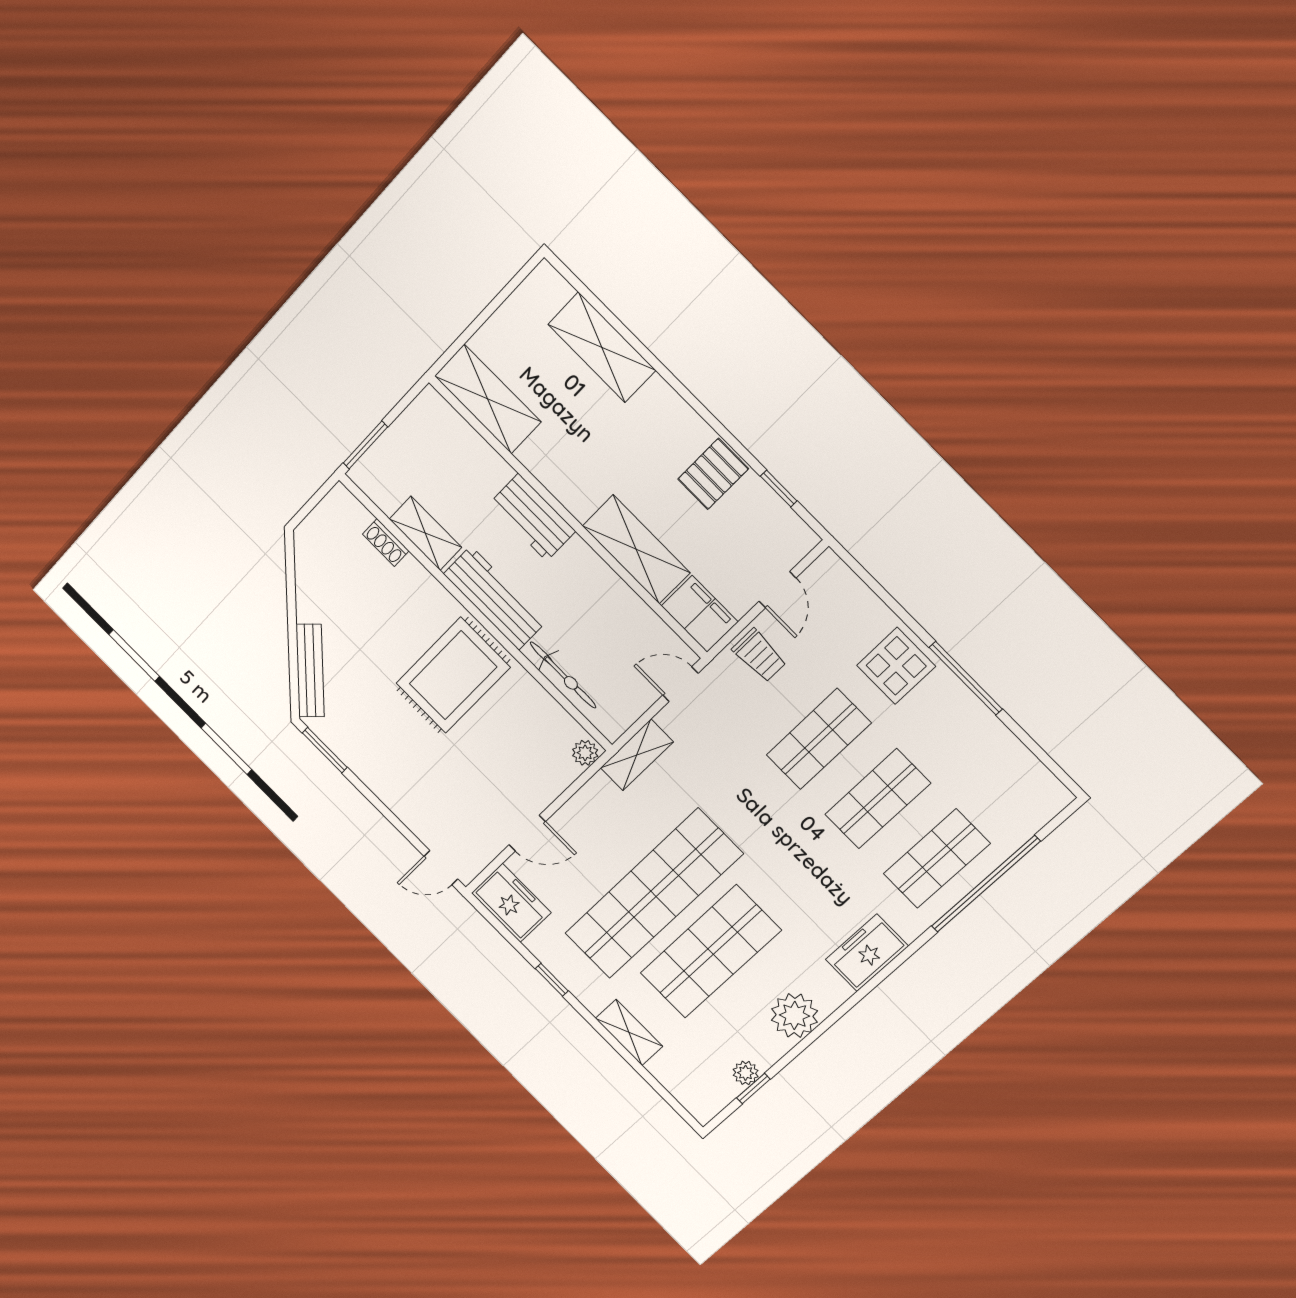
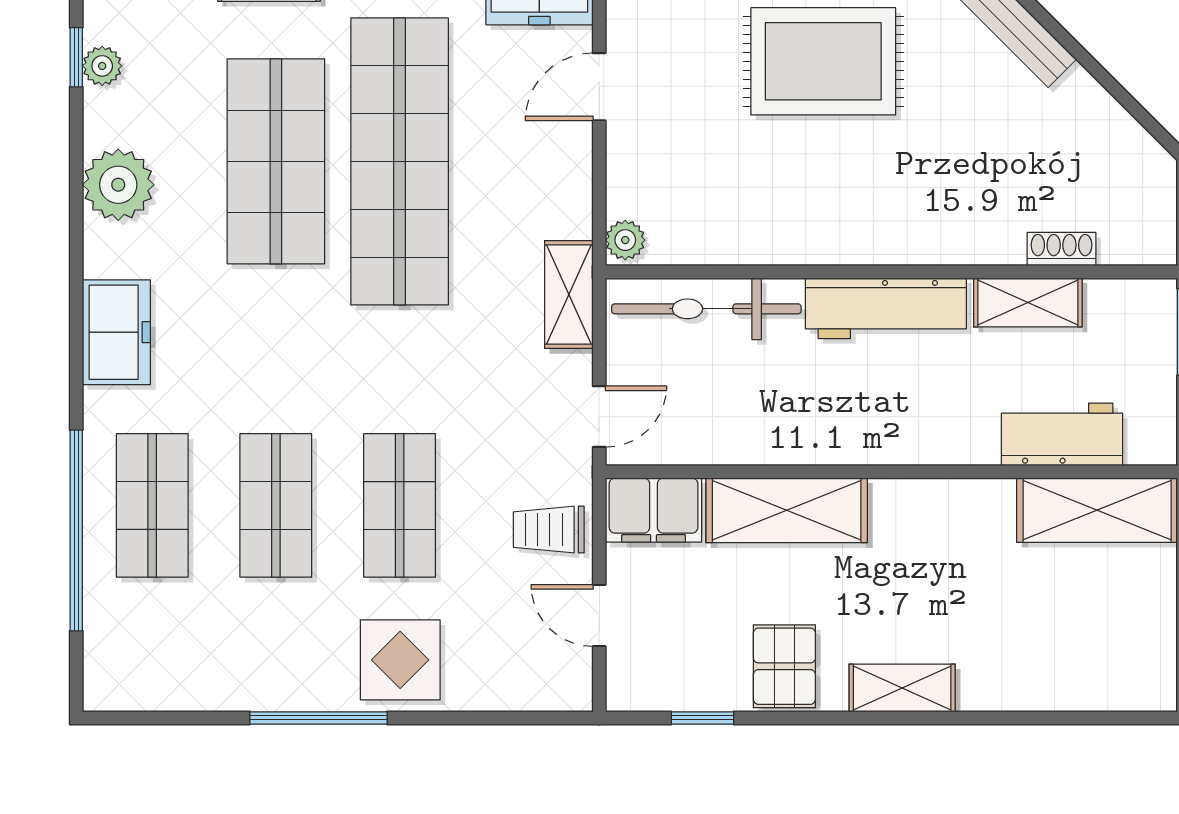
shelving: (602, 347) -> (902, 688), moved, width x0.67, depth x0.75
workbench: (533, 517) -> (1062, 434), moved
rug: (453, 675) -> (823, 61), moved, turned 90
bicycle: (563, 675) -> (706, 309), width x1.37, depth x1.40

